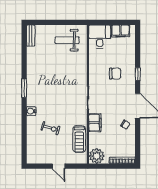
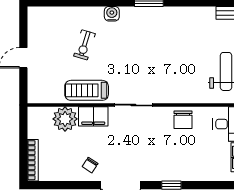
chair: (115, 74) -> (183, 120), moved
treadmill: (79, 139) -> (87, 90), moved
plant: (97, 156) -> (65, 119), moved

